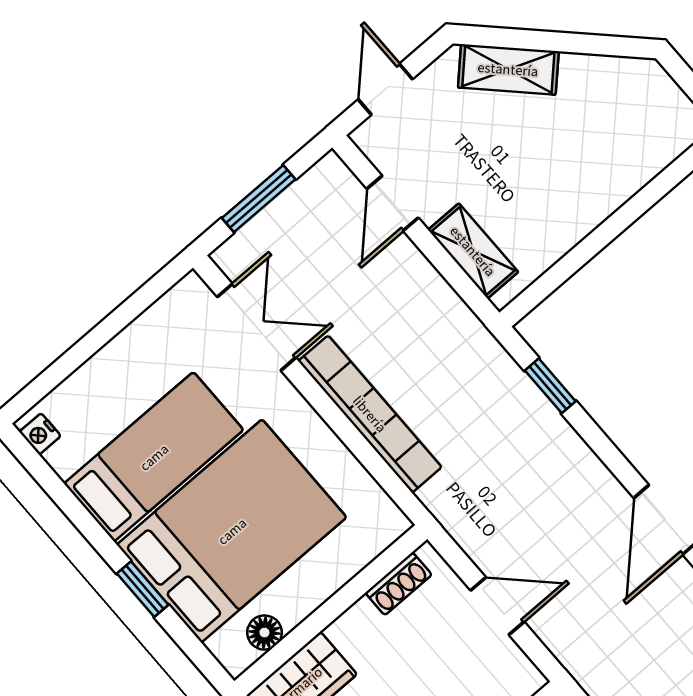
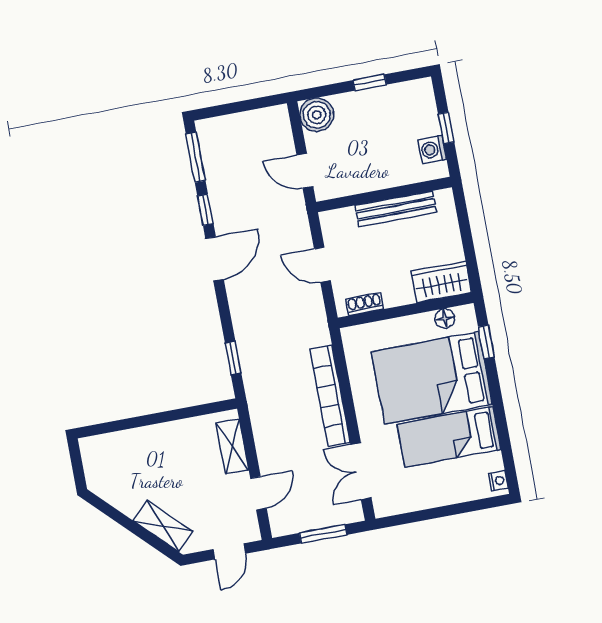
window: (143, 589) -> (486, 342), moved

